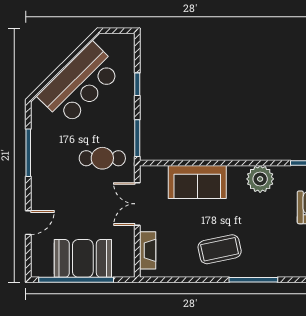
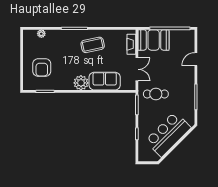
plant: (260, 179) -> (81, 83), moved
booth: (83, 258) -> (154, 40), moved

